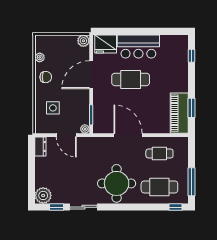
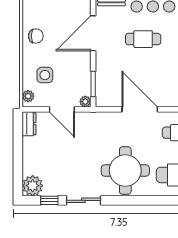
plant: (40, 57) -> (28, 96), moved
cafe table: (131, 79) -> (143, 39), width x0.73, depth x0.74

